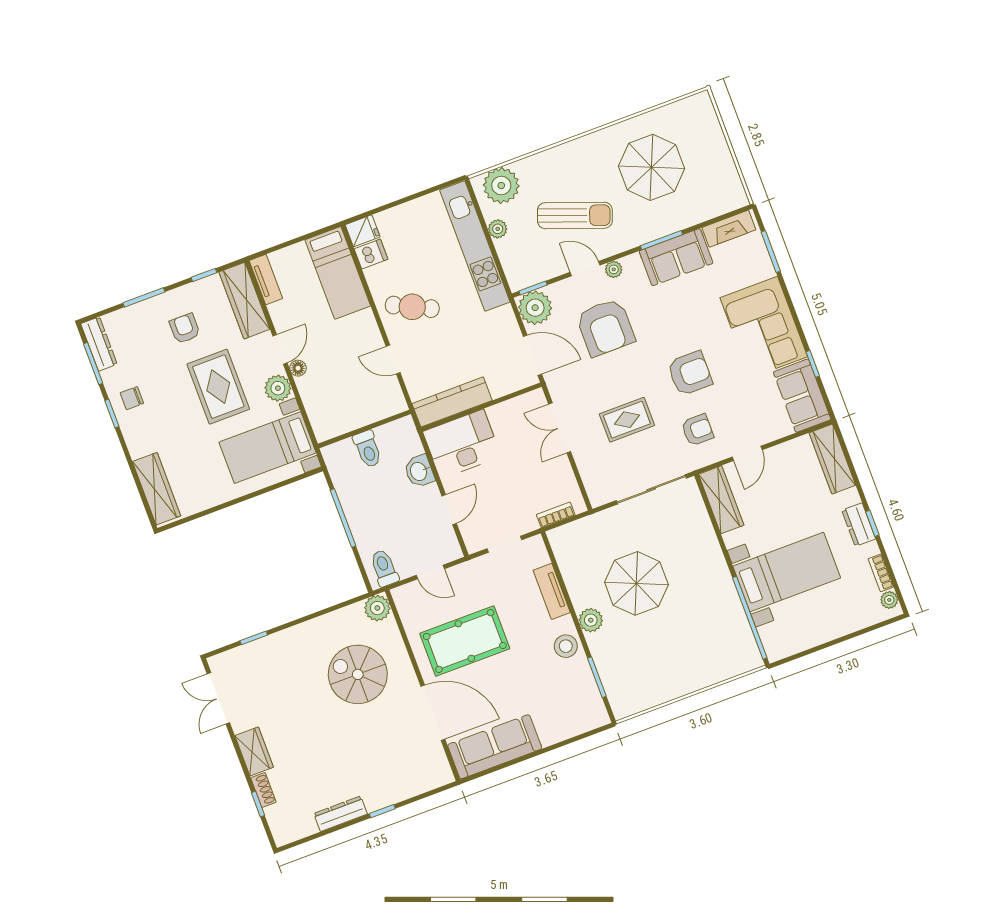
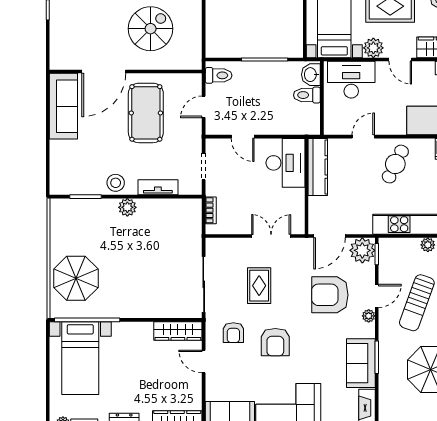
floor lamp: (298, 368) -> (382, 67), removed
desk: (328, 401) -> (351, 80), added
washbasin: (419, 471) -> (311, 75), moved, turned -90
bed with nightstands: (787, 572) -> (80, 358), moved
parasol: (636, 583) -> (76, 278), moved
plant: (377, 608) -> (192, 60), removed

